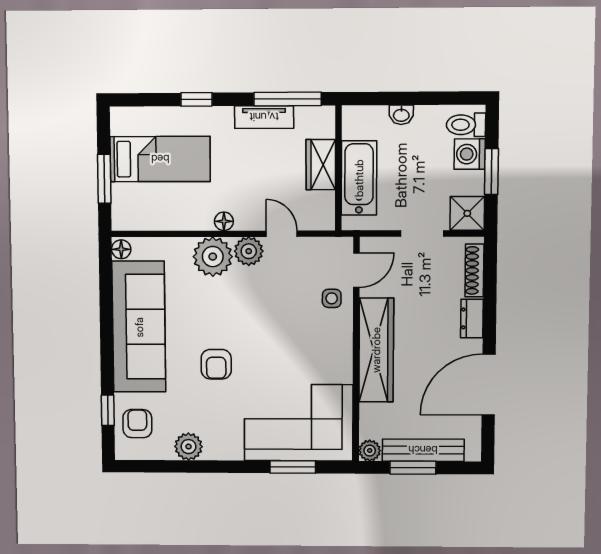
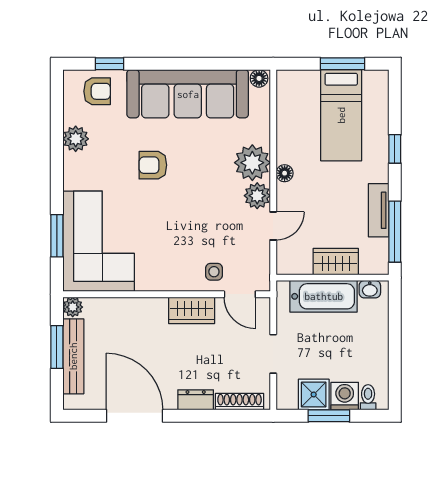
washbasin: (401, 115) -> (370, 289), moved, turned -90
toilet: (466, 125) -> (368, 397), width x0.73, depth x0.72
window: (104, 179) -> (343, 64), moved
shower: (467, 213) -> (314, 394), moved
wardrobe: (376, 350) -> (192, 310), width x0.48, depth x0.85

